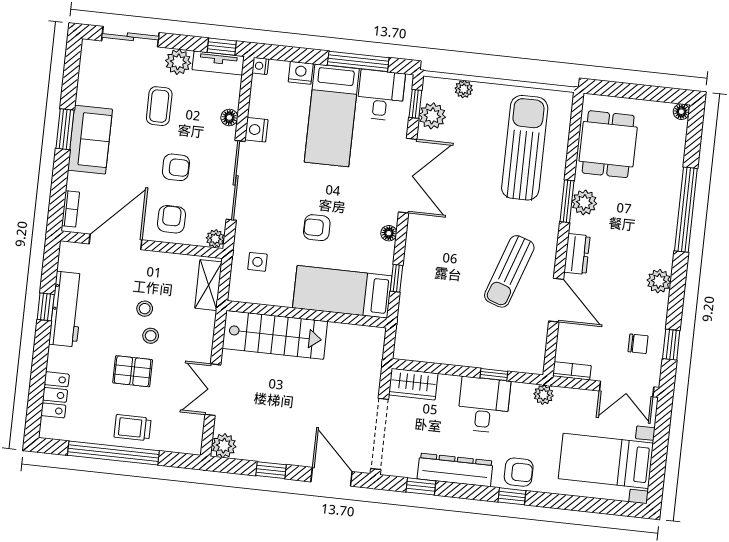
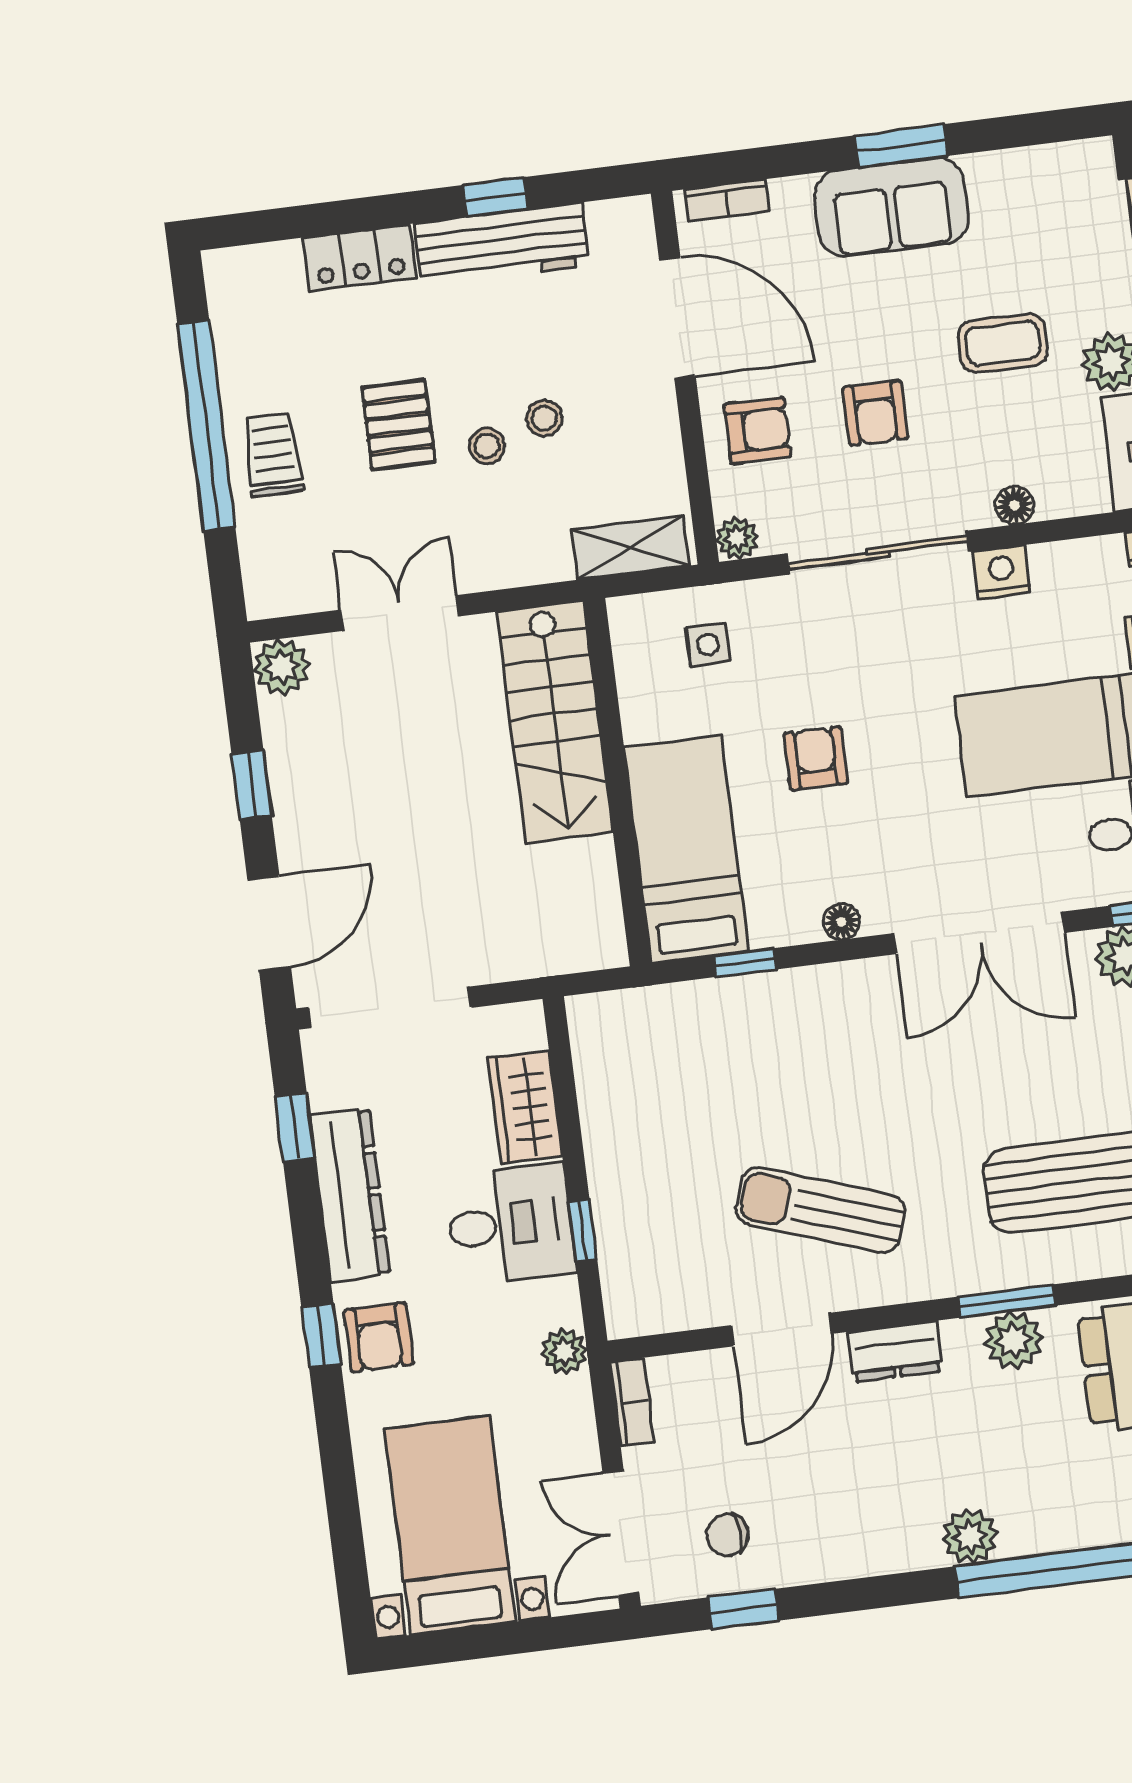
plant: (659, 281) -> (970, 1536), moved
chair: (638, 344) -> (728, 1535), turned 87
wardrobe: (413, 384) -> (525, 1107), moved
locker: (55, 395) -> (360, 258), moved

